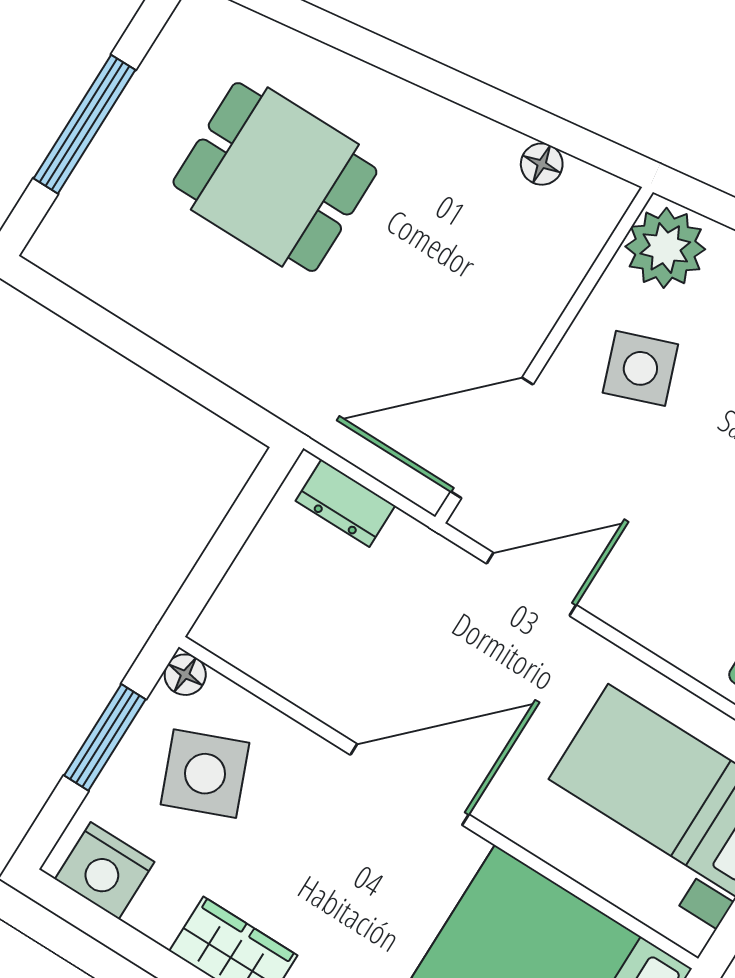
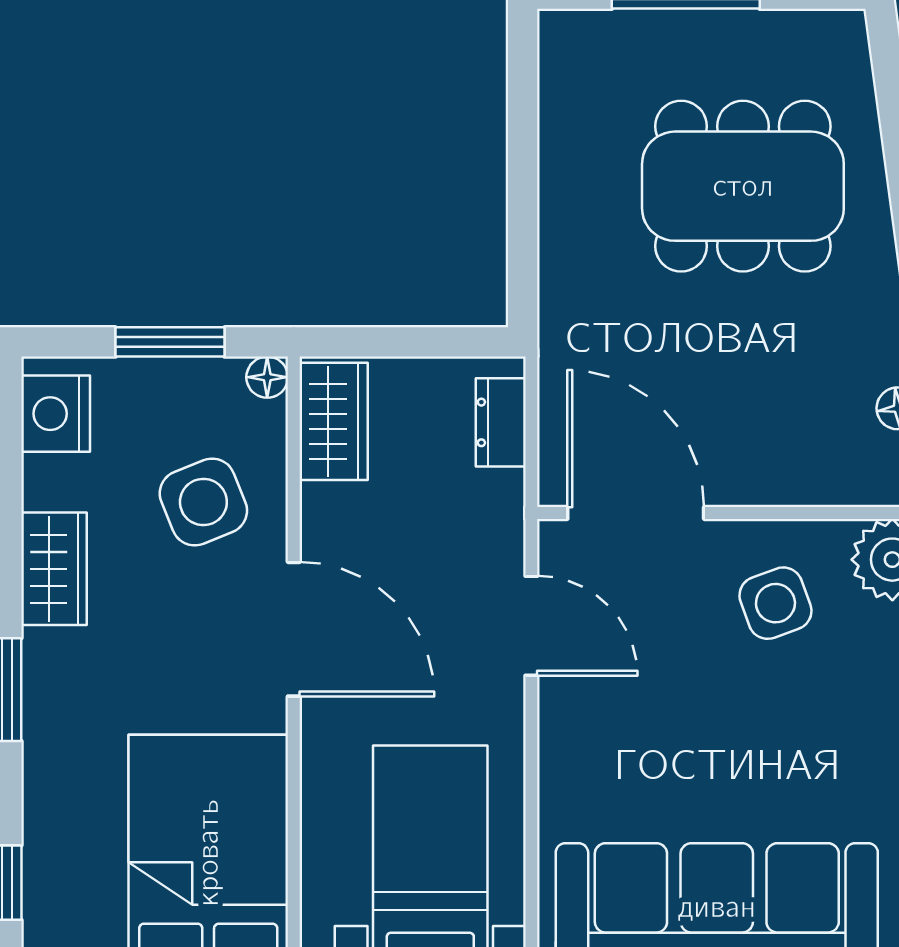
dining table: (275, 177) -> (743, 186), width x1.38
wardrobe: (257, 642) -> (334, 421), added
side table: (205, 774) -> (203, 502), moved

